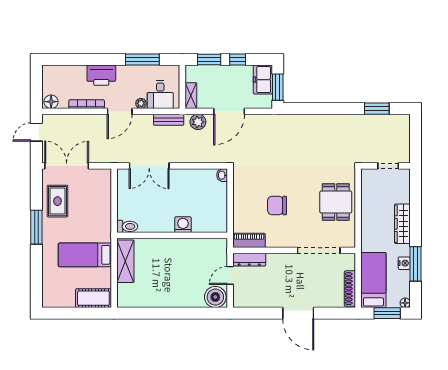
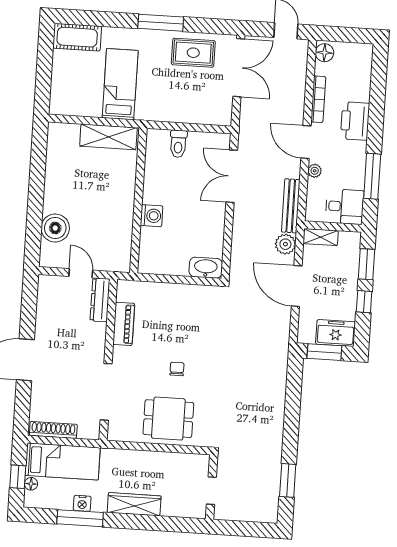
desk: (160, 95) -> (345, 207), moved, turned 180
bench: (169, 120) -> (291, 206), width x1.36
washbasin: (222, 175) -> (206, 268), width x1.91, depth x1.45
chair: (277, 206) -> (177, 369), moved, width x0.54, depth x0.54
toilet: (127, 226) -> (178, 144), moved
piano: (249, 240) -> (124, 324), moved
boiler: (215, 297) -> (55, 228), moved
cot: (93, 298) -> (77, 37), moved, turned 90
floor lamp: (405, 303) -> (31, 484), moved
window: (387, 313) -> (18, 477), width x0.67

